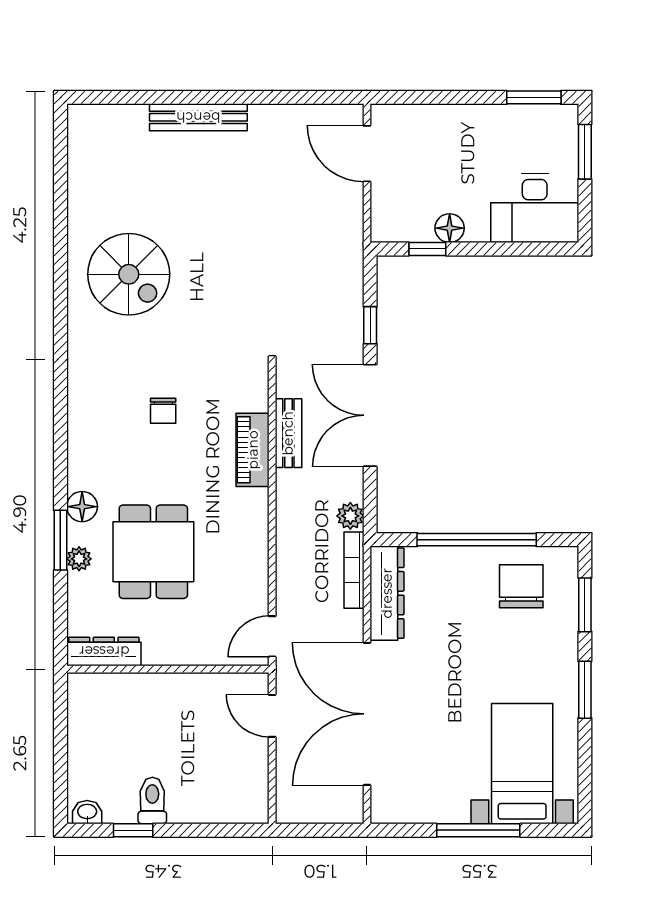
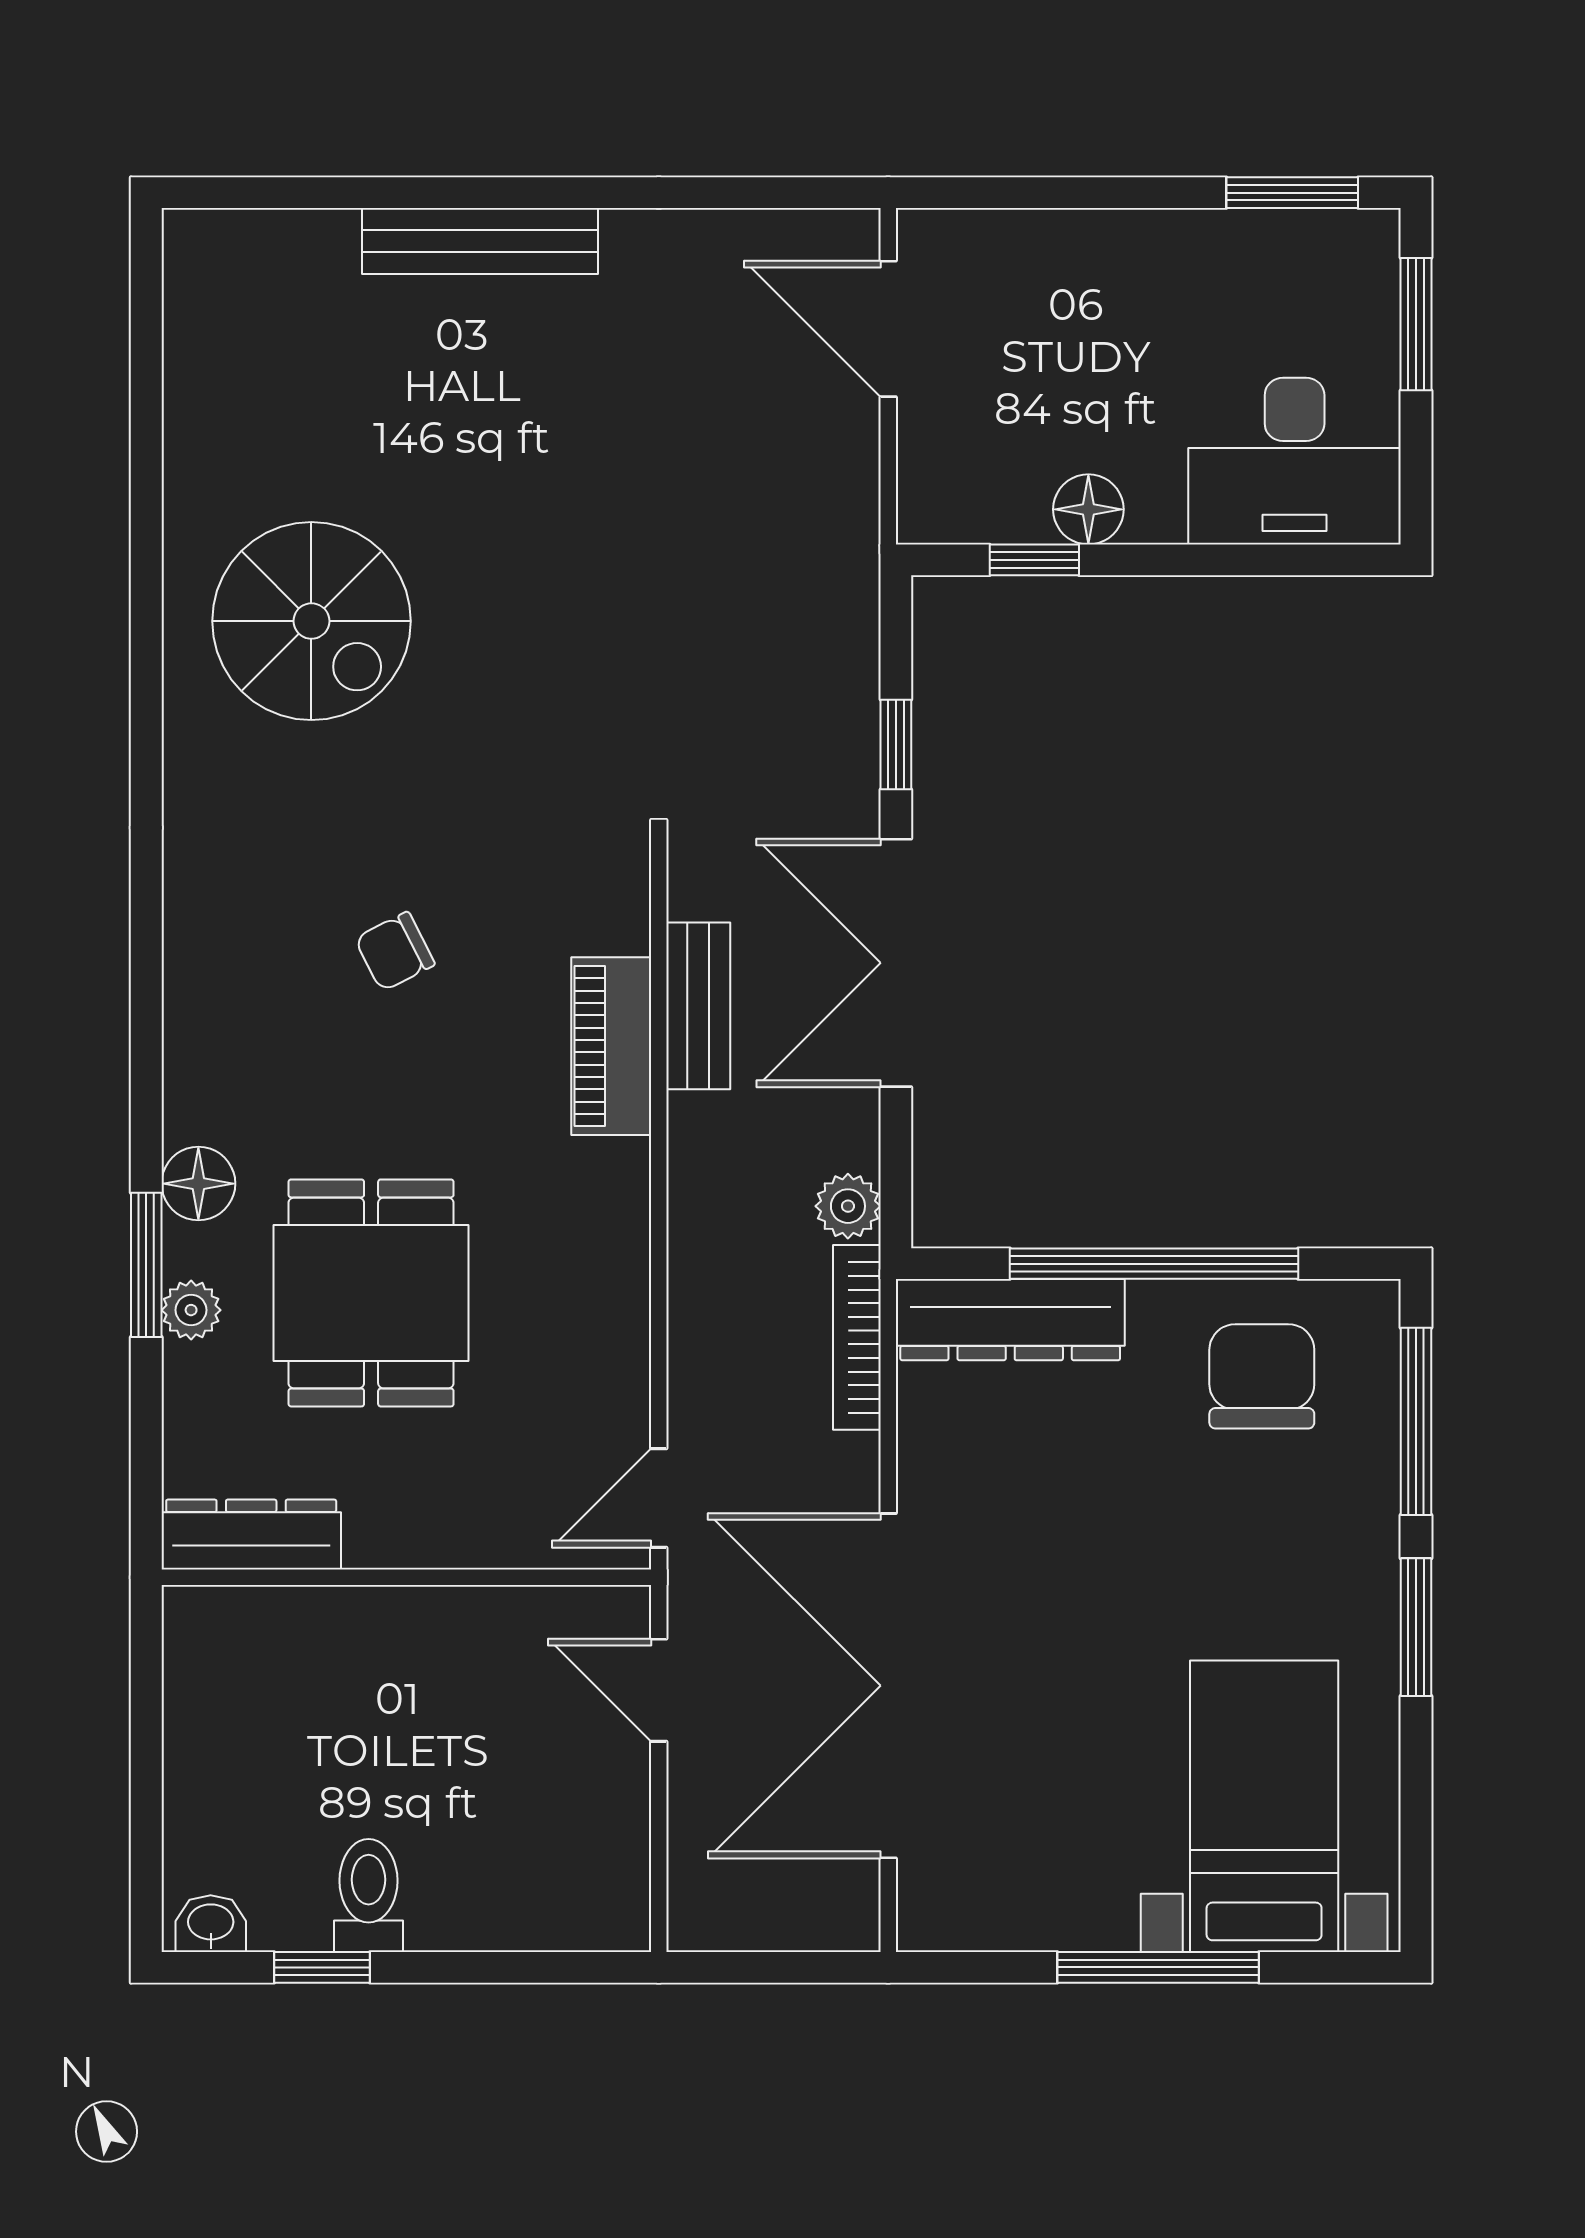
chair: (163, 411) -> (395, 951), turned 63
dresser: (387, 593) -> (1010, 1320), moved, turned 90
window: (585, 605) -> (1416, 1421), width x1.44

